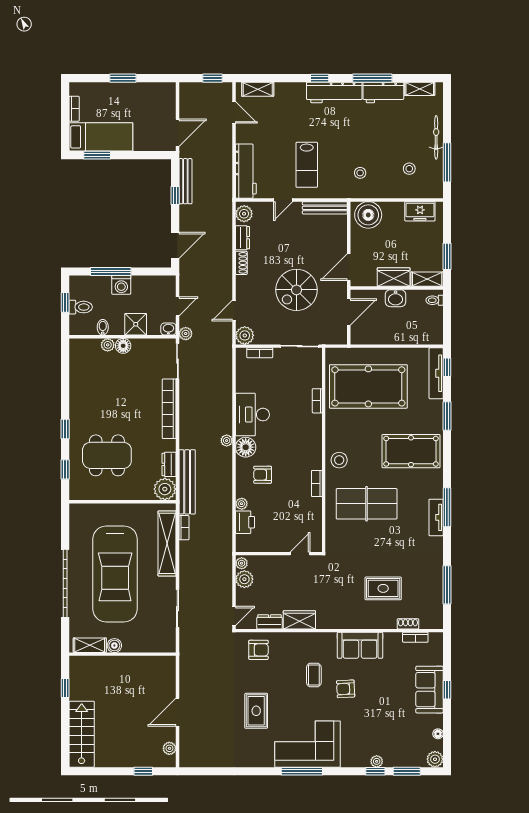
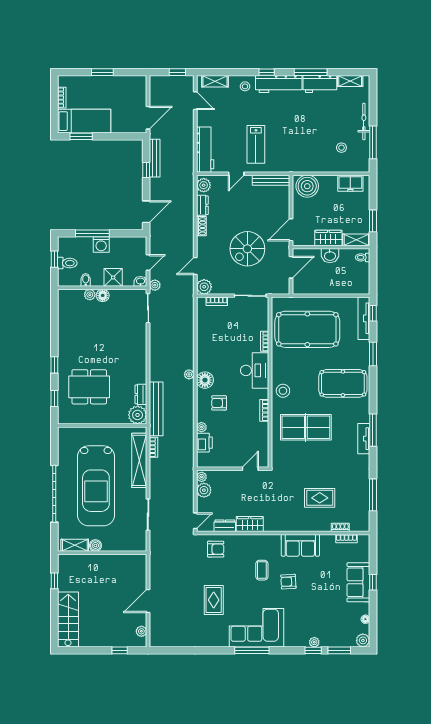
stool: (360, 173) -> (245, 86), moved
bookcase: (169, 409) -> (141, 348), removed
desk: (252, 415) -> (255, 370), moved, turned 180

